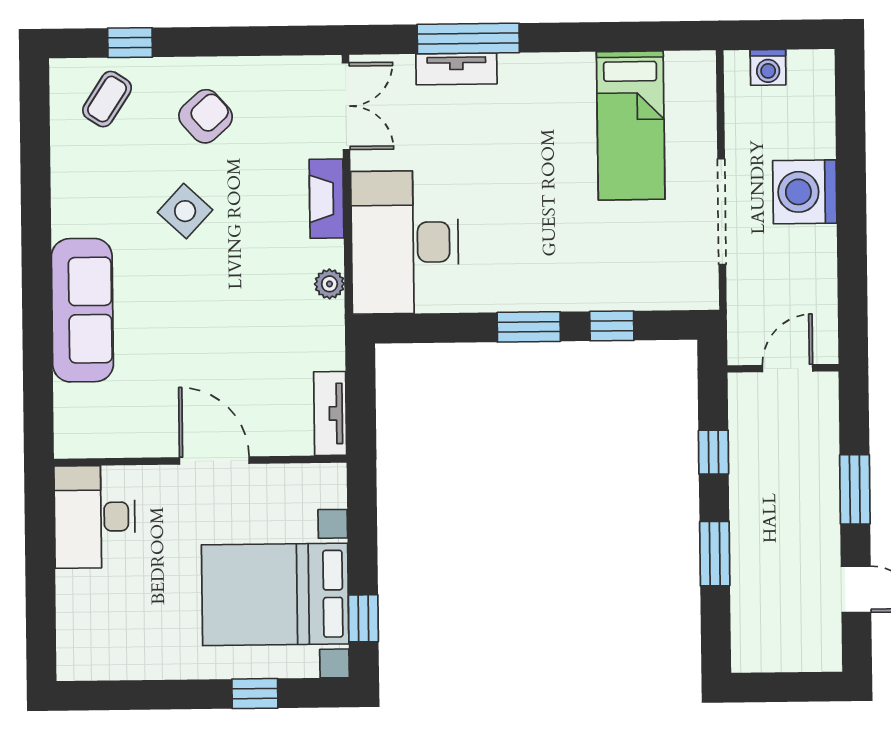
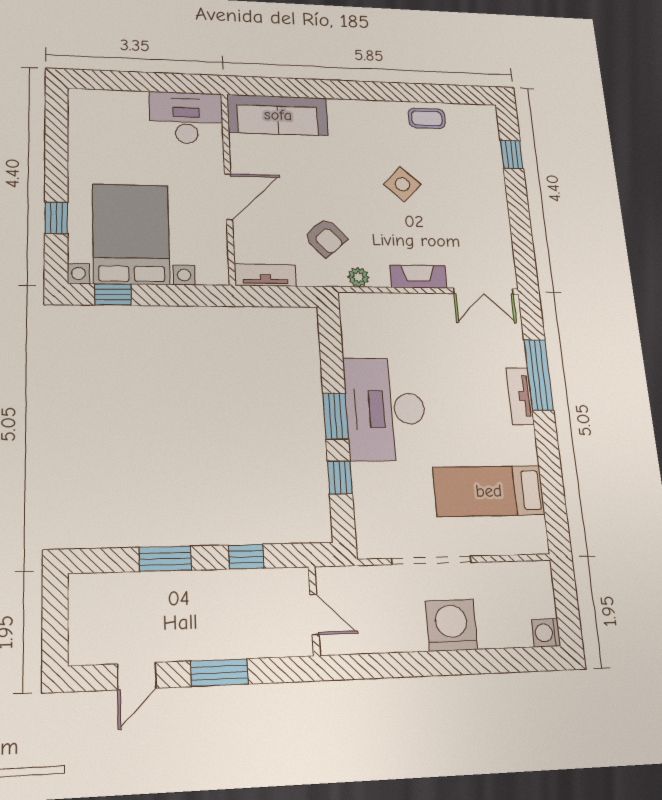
washing machine: (768, 67) -> (546, 633), moved
tv unit: (456, 69) -> (520, 396), moved
coffee table: (107, 99) -> (427, 118), moved, turned -33
armchair: (206, 116) -> (326, 238), moved
desk: (405, 242) -> (385, 409), moved, turned -90
sofa: (82, 310) -> (278, 115), moved

